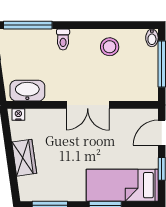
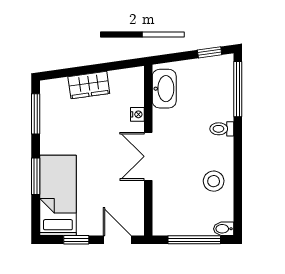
nightstand: (18, 115) -> (137, 114), moved

